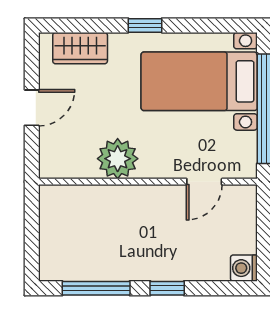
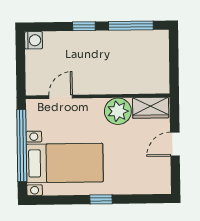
wardrobe: (80, 48) -> (151, 108), moved, turned 180

